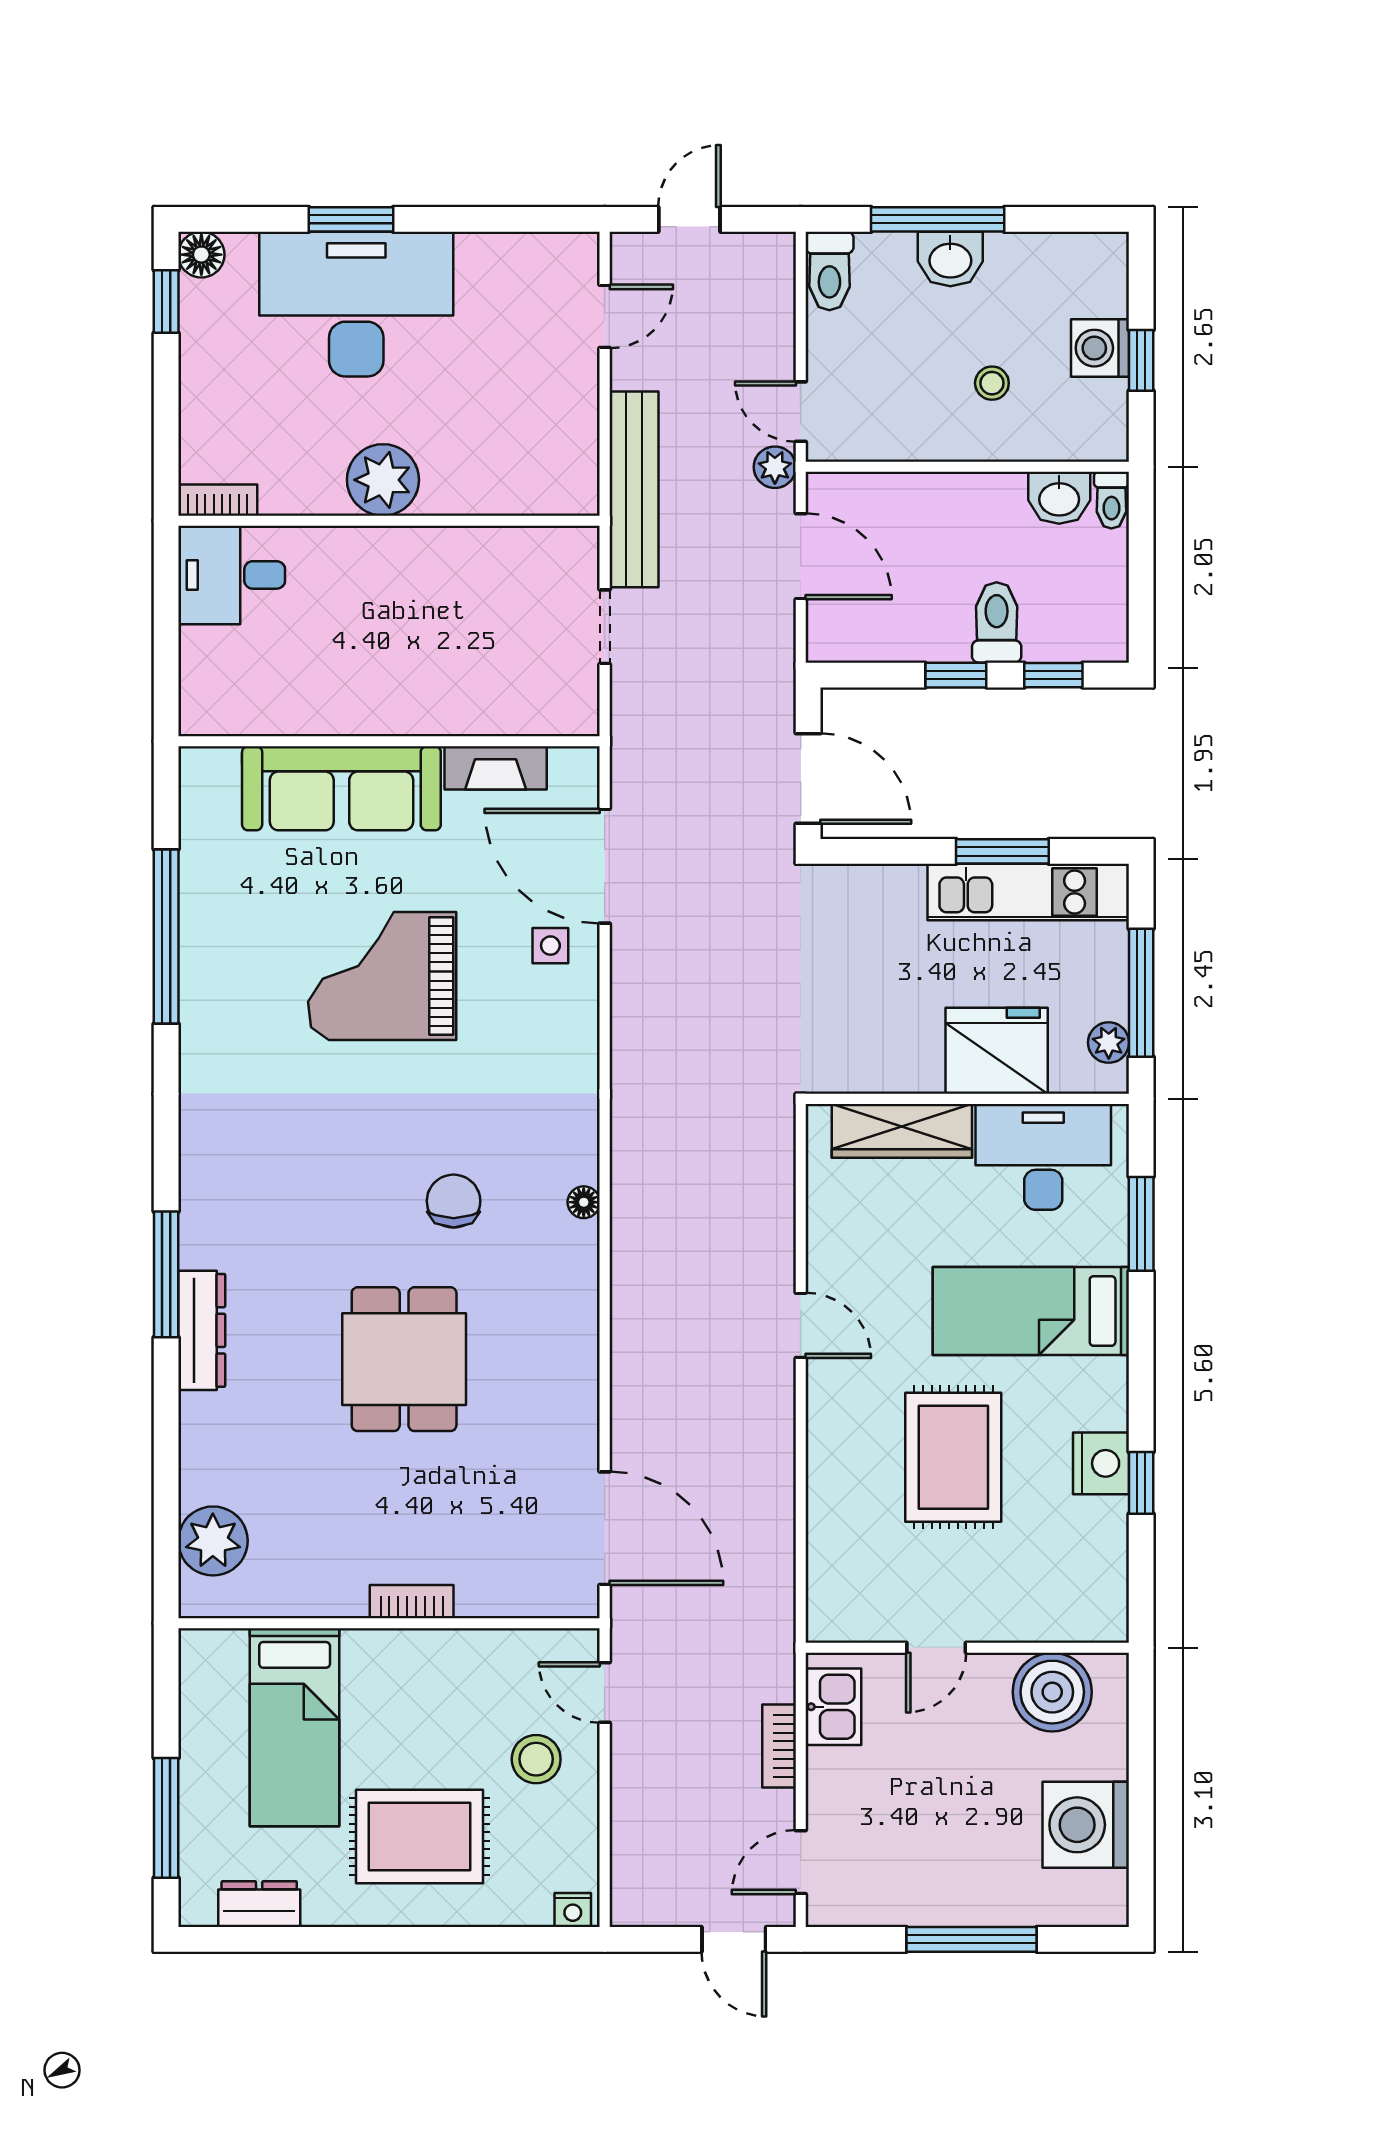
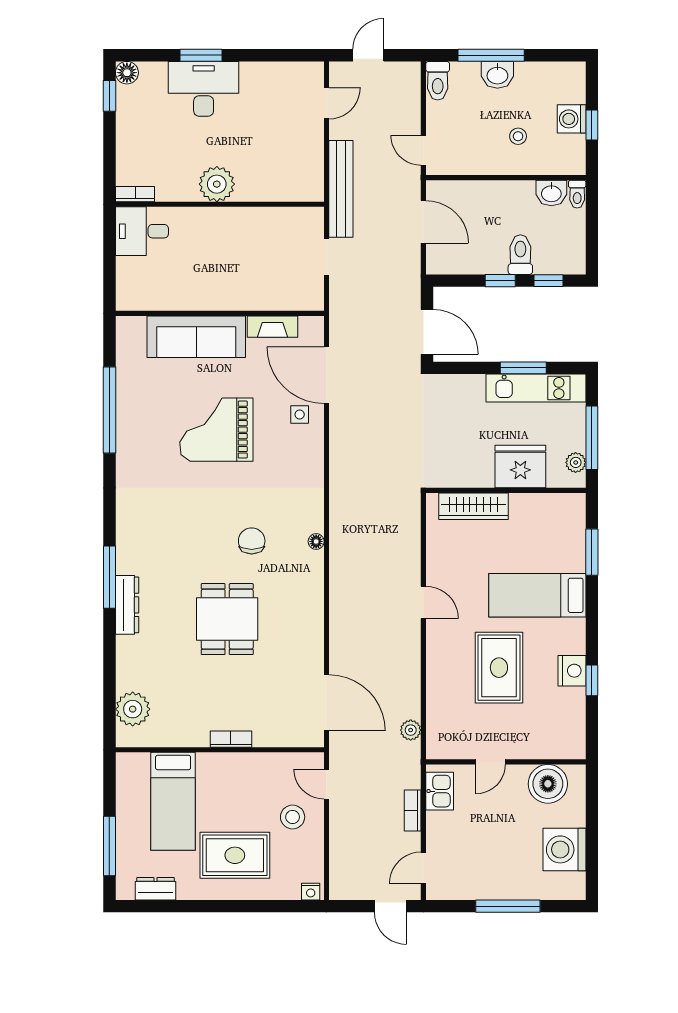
desk: (356, 304) -> (204, 89), width x0.73, depth x0.77
plant: (775, 467) -> (411, 730), moved
desk: (1043, 1157) -> (543, 519), removed

